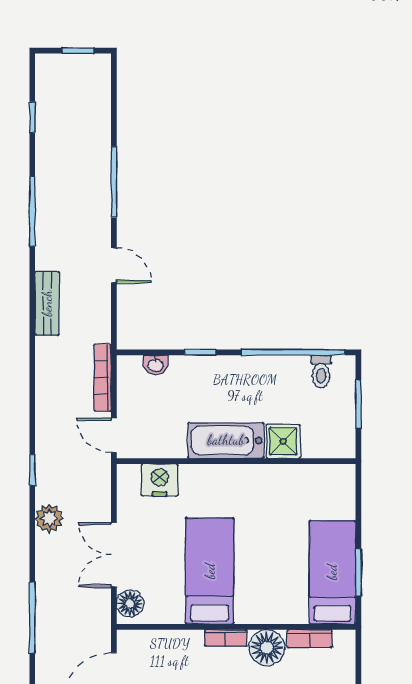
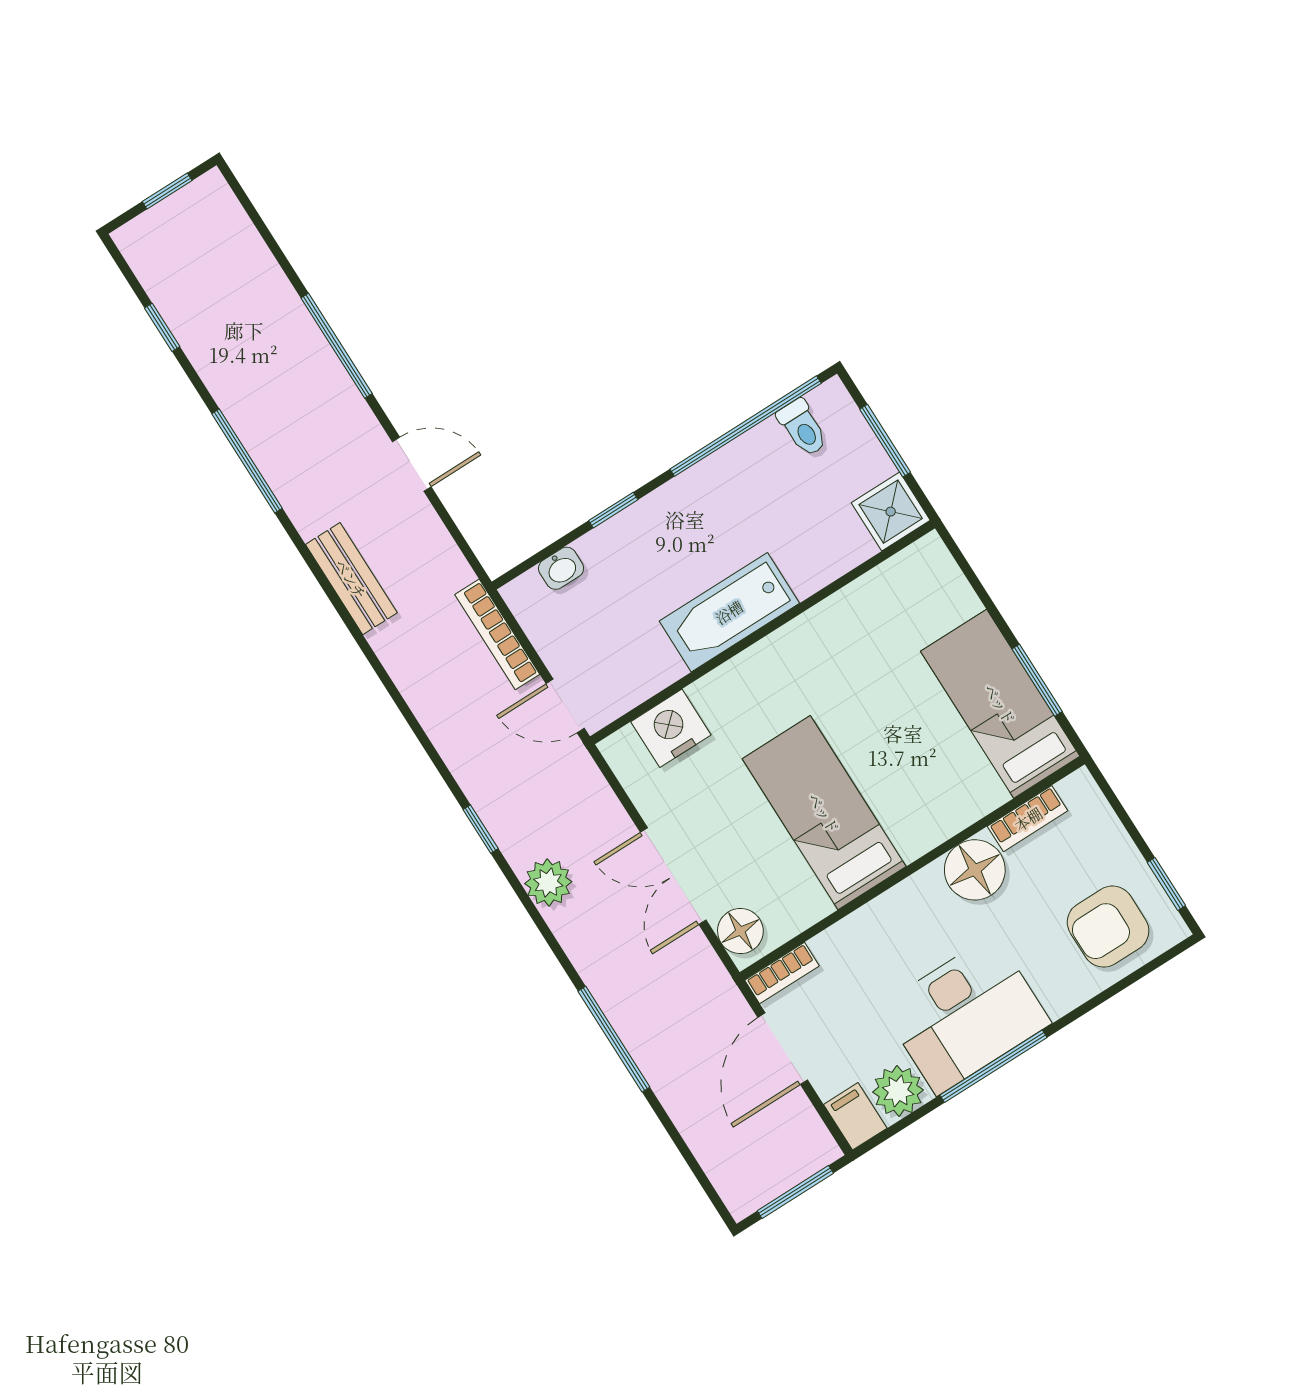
shower: (283, 441) -> (891, 512), moved
bookcase: (226, 638) -> (782, 973), moved

